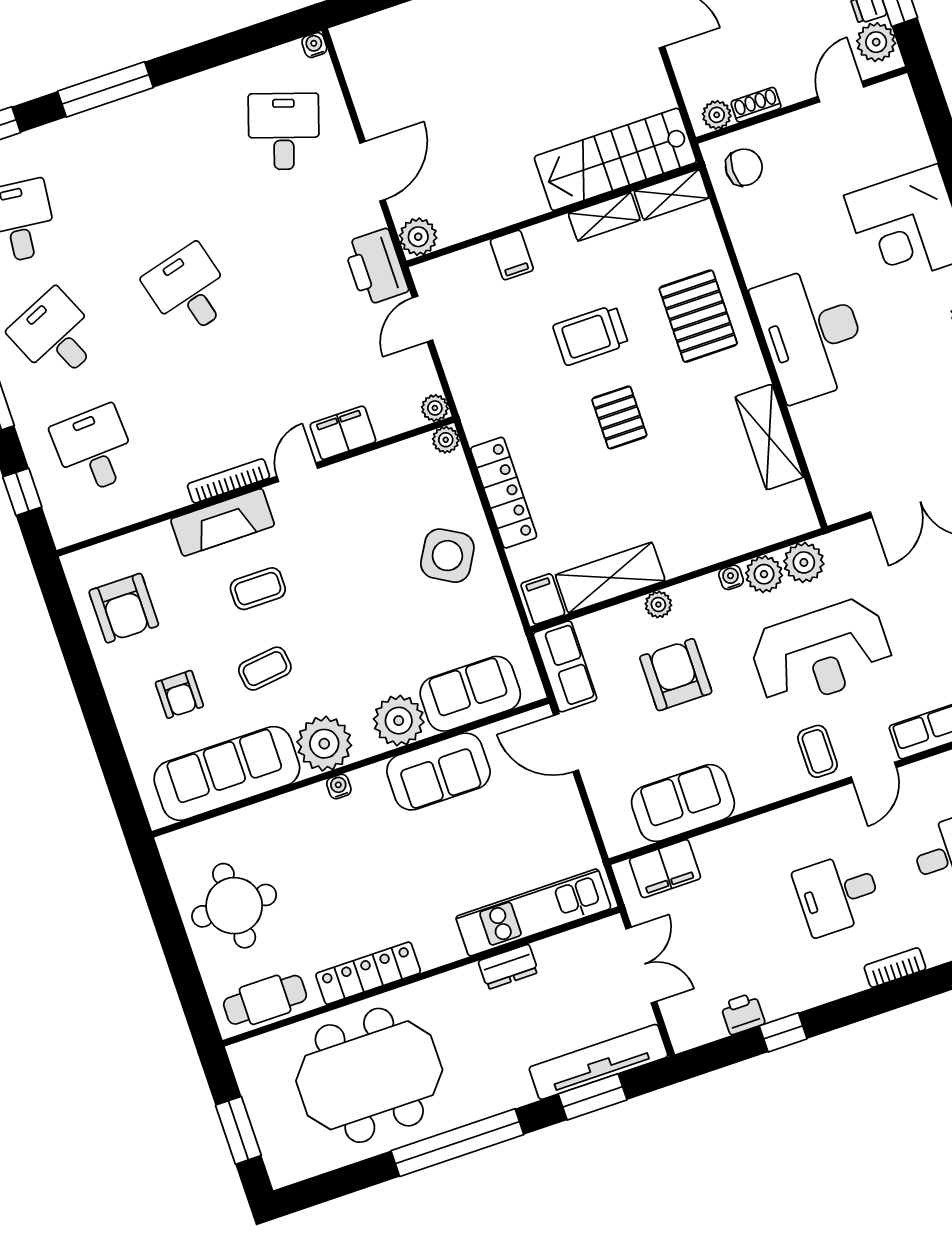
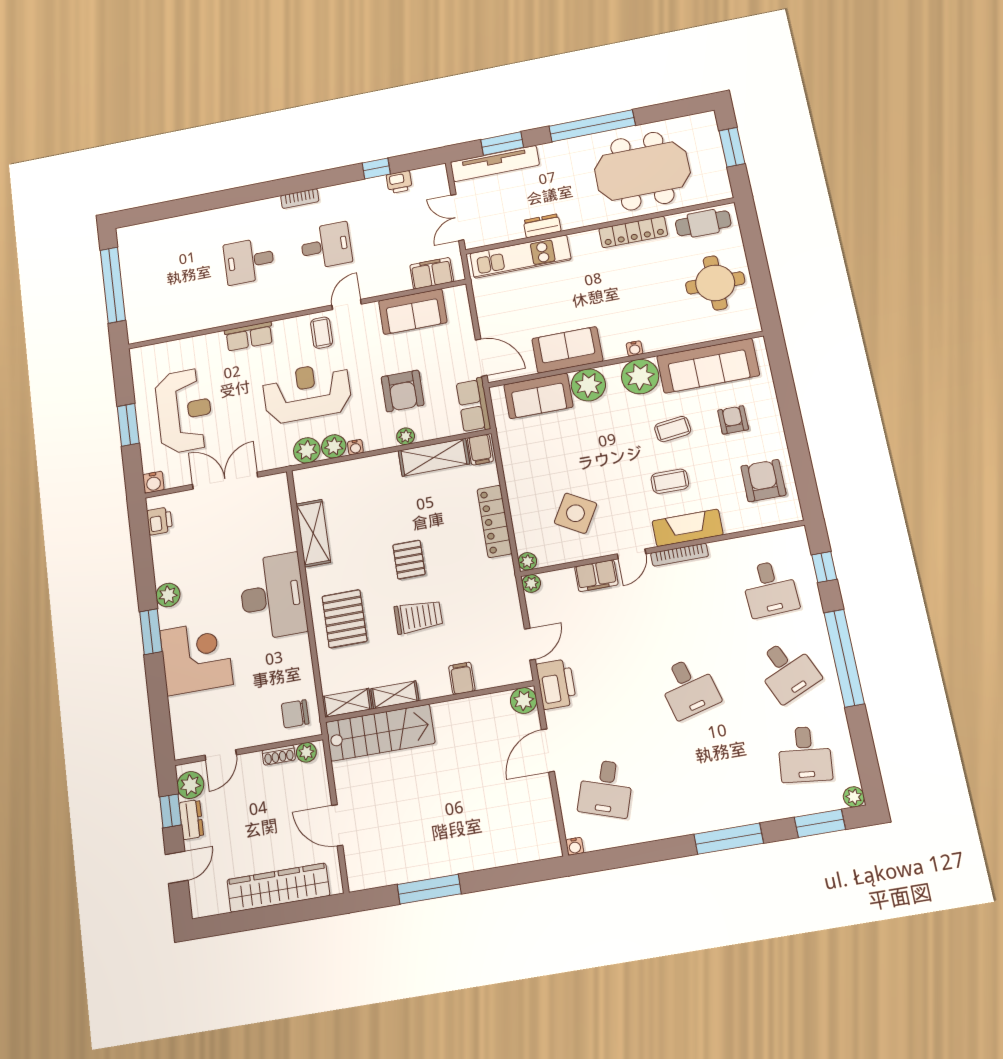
side table: (447, 556) -> (575, 513), moved
door: (874, 772) -> (347, 305), moved

